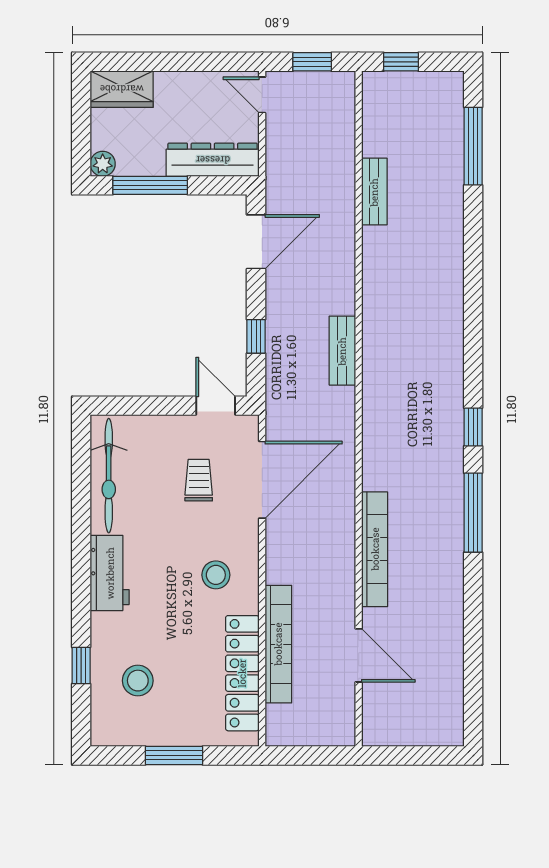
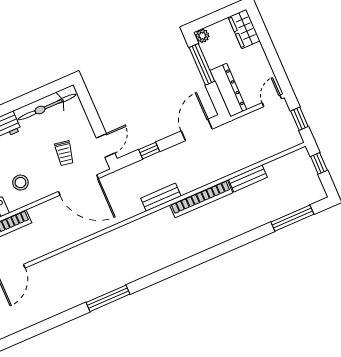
door: (256, 242) -> (197, 130), swing flipped
window: (473, 427) -> (151, 280), removed
trolley: (199, 480) -> (64, 153), turned 100
bookcase: (375, 549) -> (201, 199), moved

